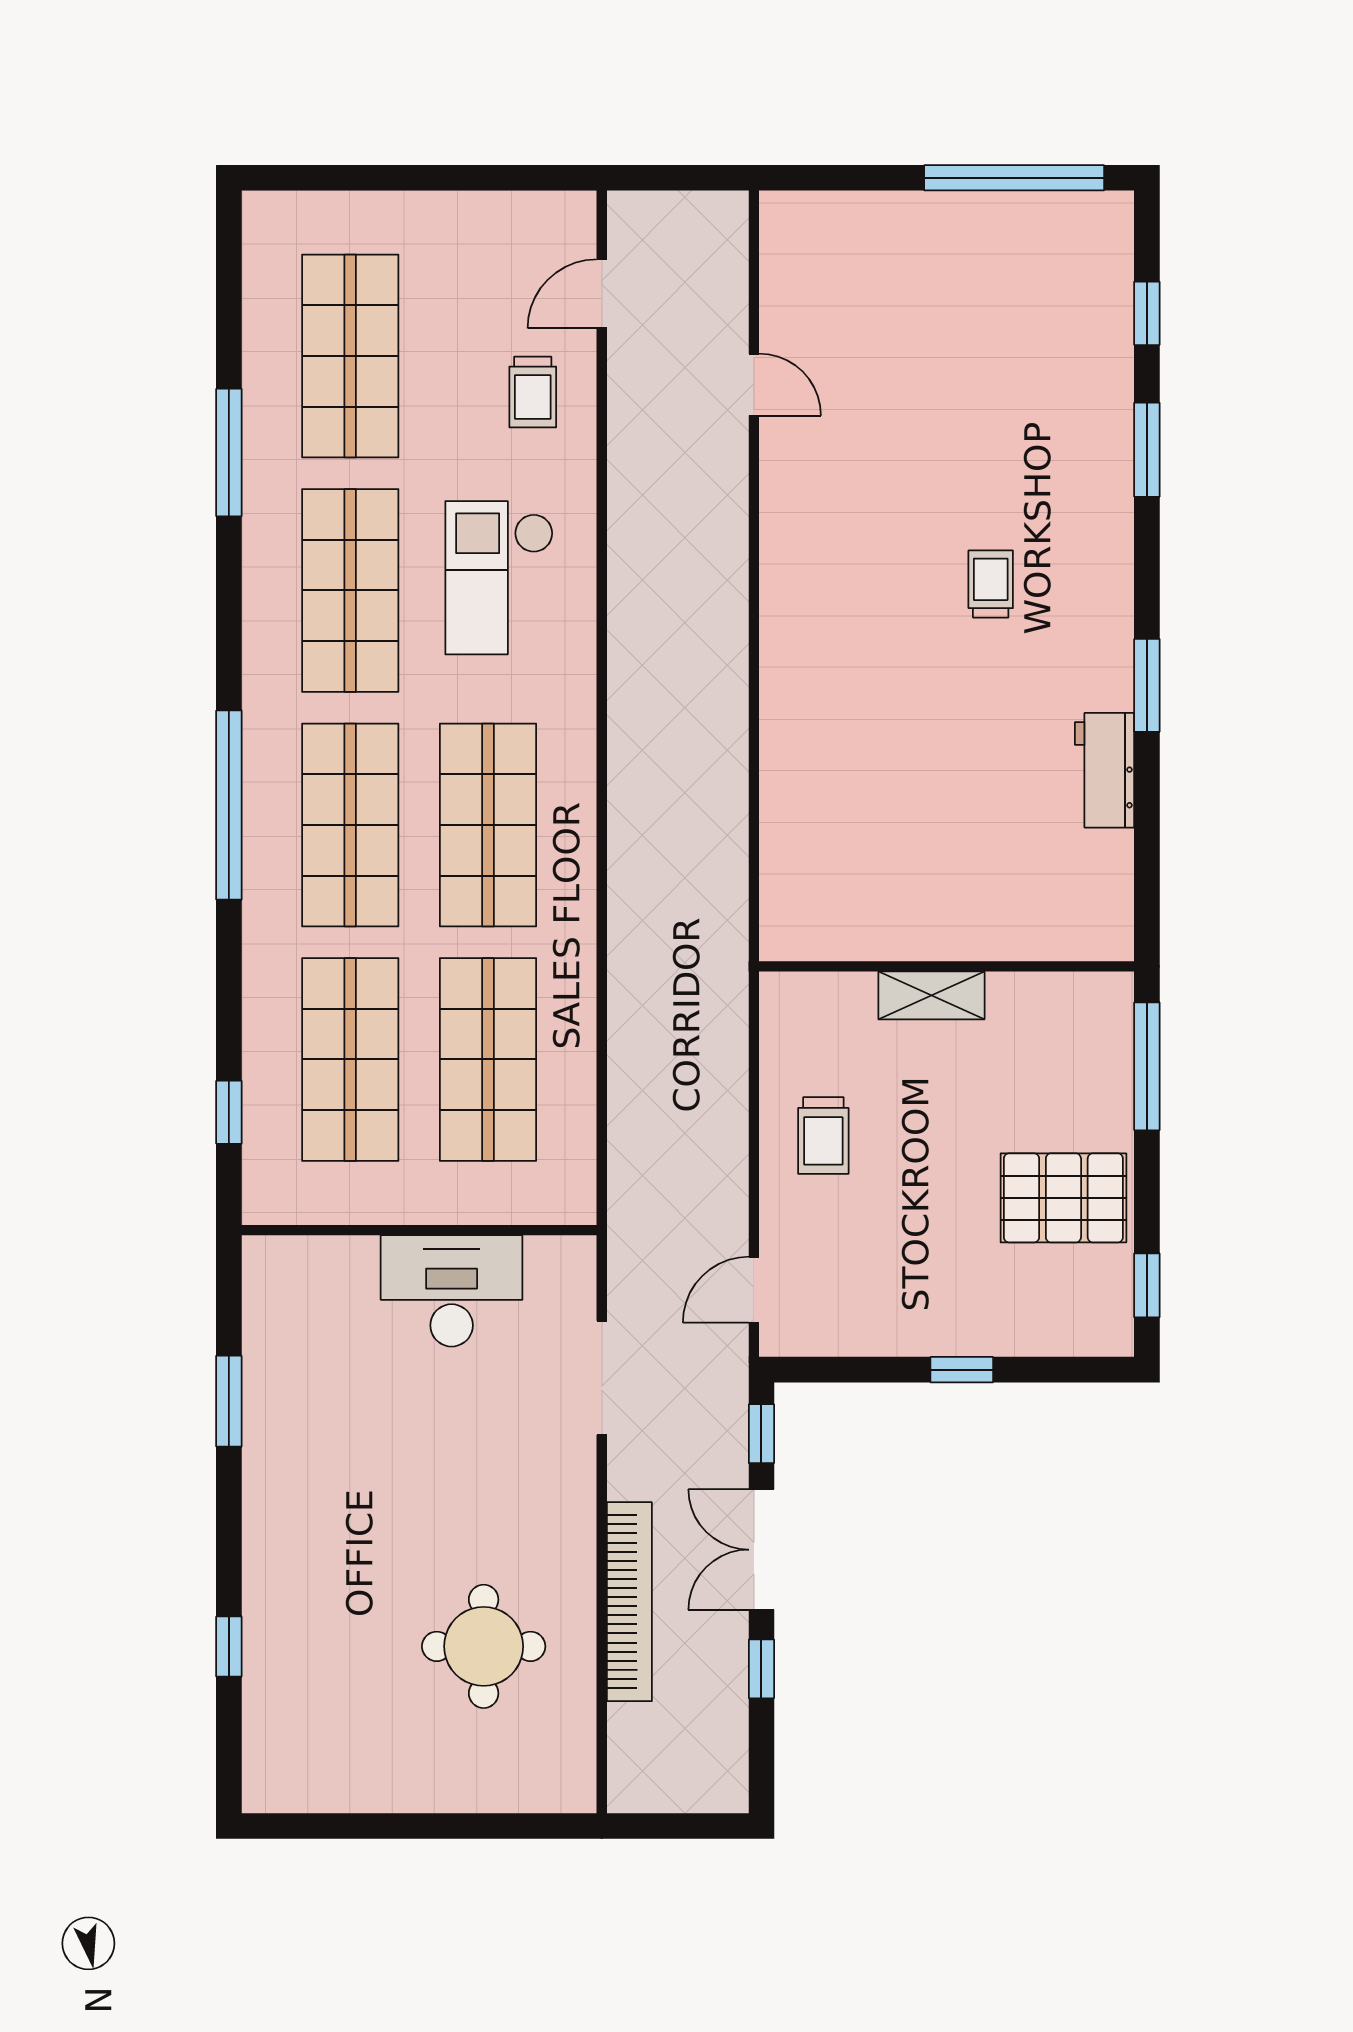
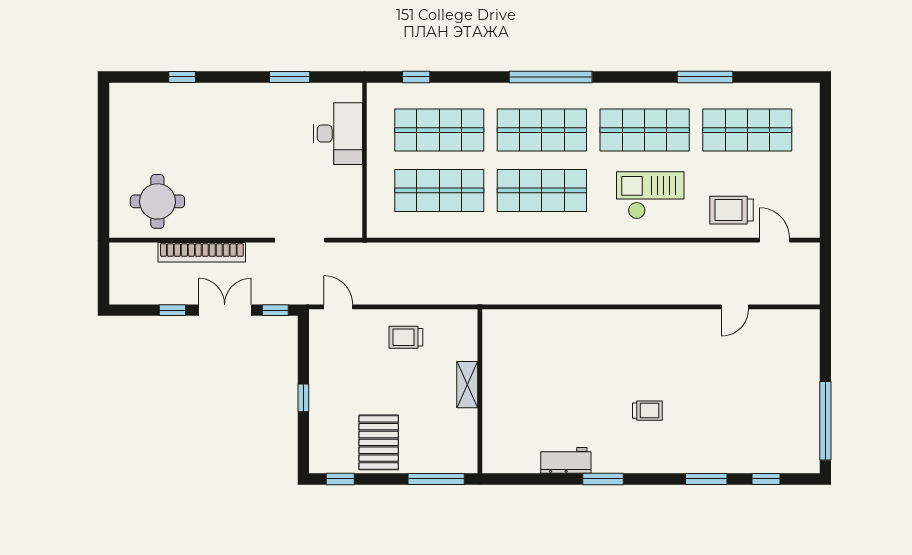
trolley: (533, 392) -> (731, 210), width x1.36, depth x1.39
desk: (452, 1291) -> (338, 134), moved
round table: (484, 1646) -> (157, 201), moved

